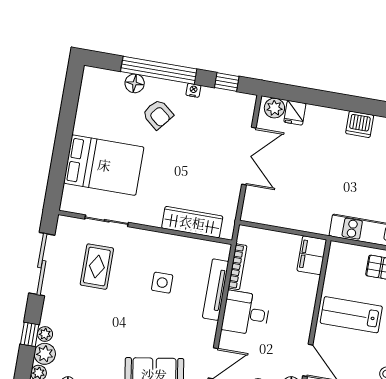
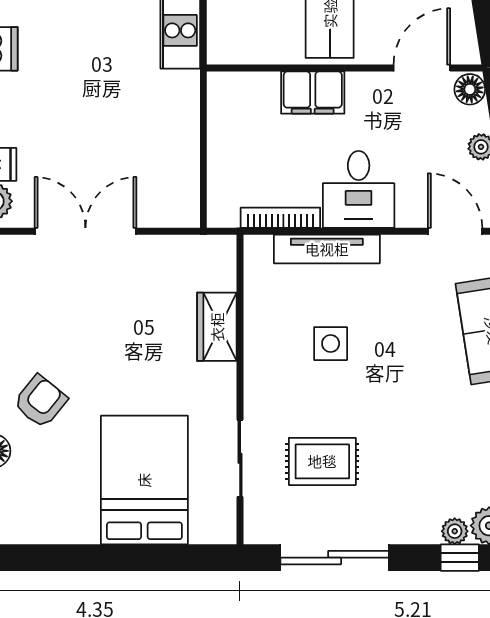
wardrobe: (192, 222) -> (217, 327), width x0.67
filing cabinet: (312, 255) -> (313, 93), moved

